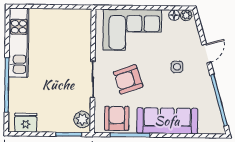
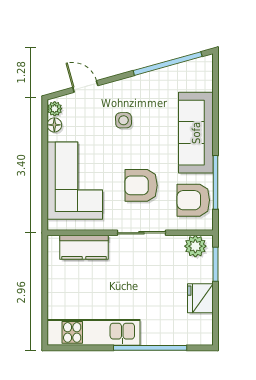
kitchen counter: (82, 36) -> (84, 247), added
door: (207, 53) -> (85, 87), moved
armchair: (128, 79) -> (141, 185), turned 109
fridge: (26, 123) -> (200, 298), moved

